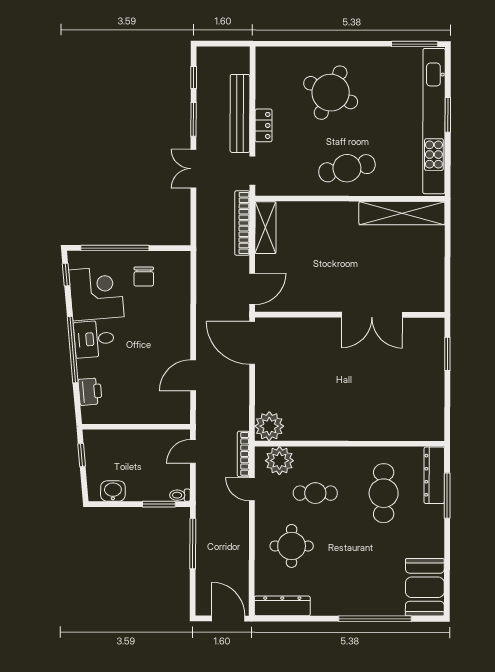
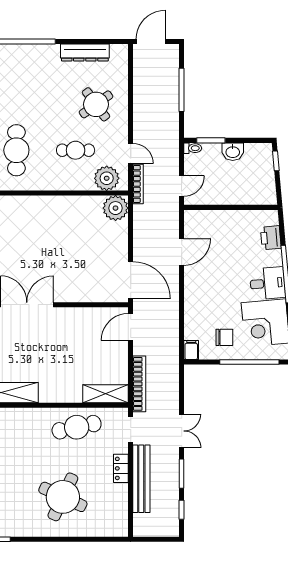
cafe table: (347, 168) -> (77, 427), moved
shelving: (265, 228) -> (106, 394), moved, turned 90
filing cabinet: (182, 262) -> (191, 350), added
chair: (144, 277) -> (224, 337), turned 90
window: (82, 455) -> (276, 161), moved
washbasin: (113, 491) -> (233, 152), moved
window: (193, 544) -> (182, 90), moved
round table: (292, 546) -> (96, 104), turned -36
dresser: (282, 606) -> (85, 52), moved
door: (228, 618) -> (151, 41), swing flipped

